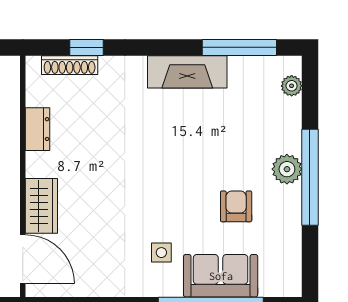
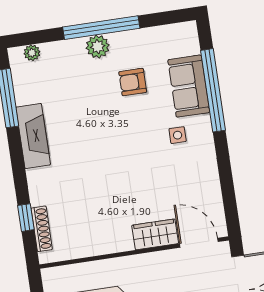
dresser: (38, 129) -> (95, 246), removed
door: (23, 259) -> (199, 243), hinge flipped

